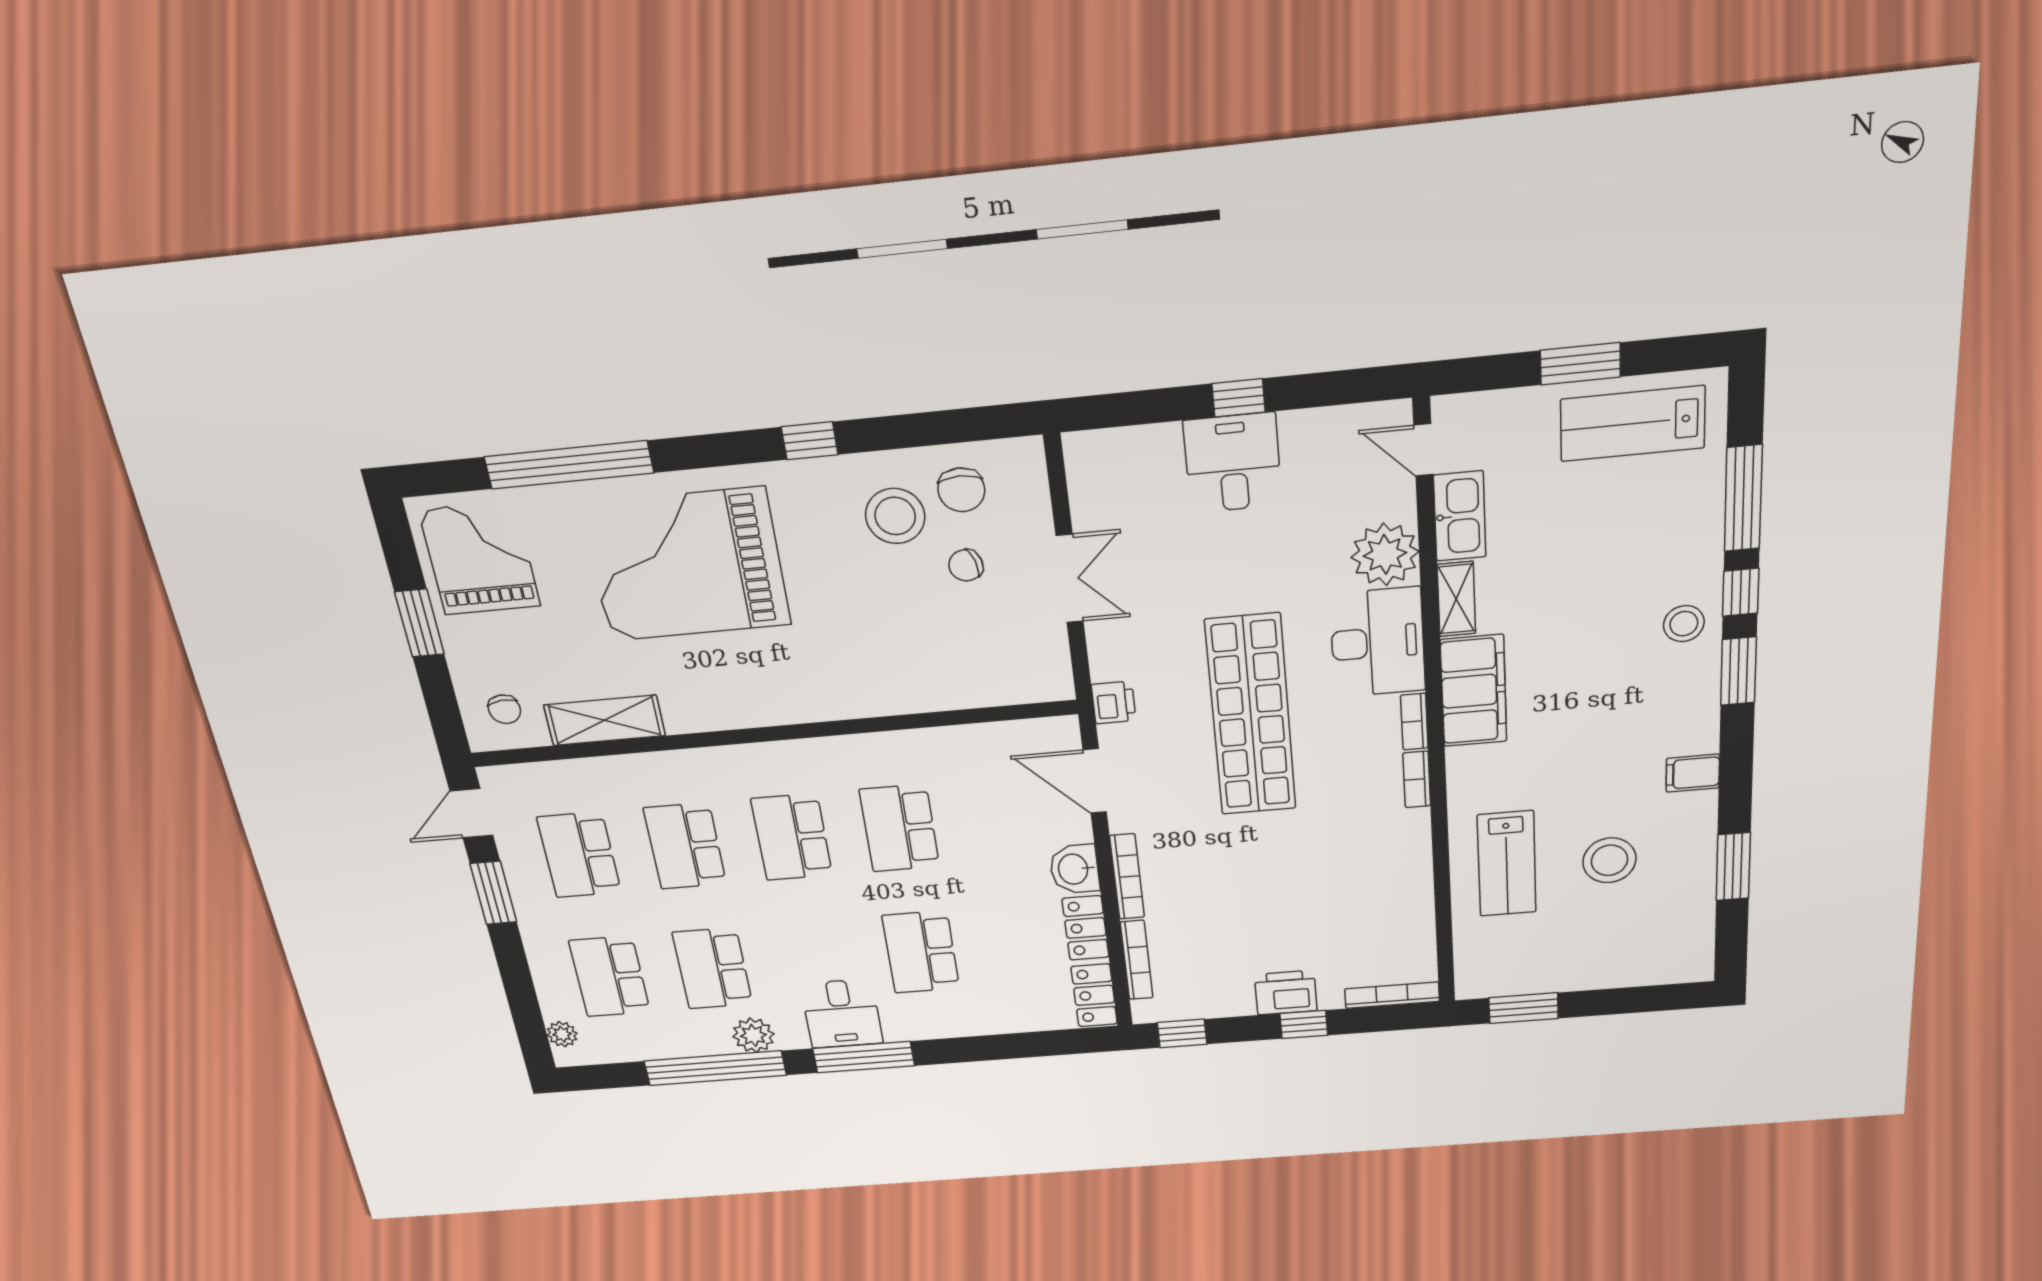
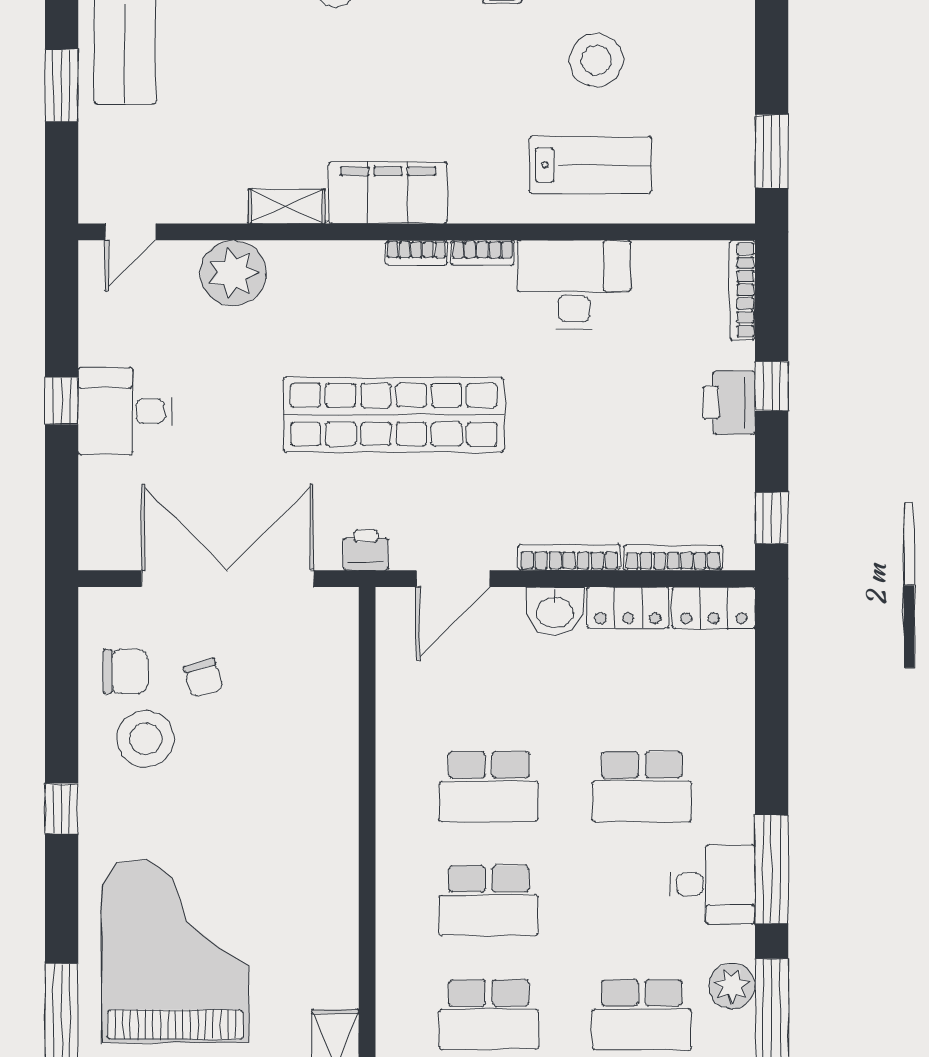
kitchen sink: (1460, 516) -> (201, 200), removed
grand piano: (686, 565) -> (175, 951), turned 180
double door: (1070, 579) -> (228, 579), width x1.87
desk: (1378, 642) -> (574, 285), moved

